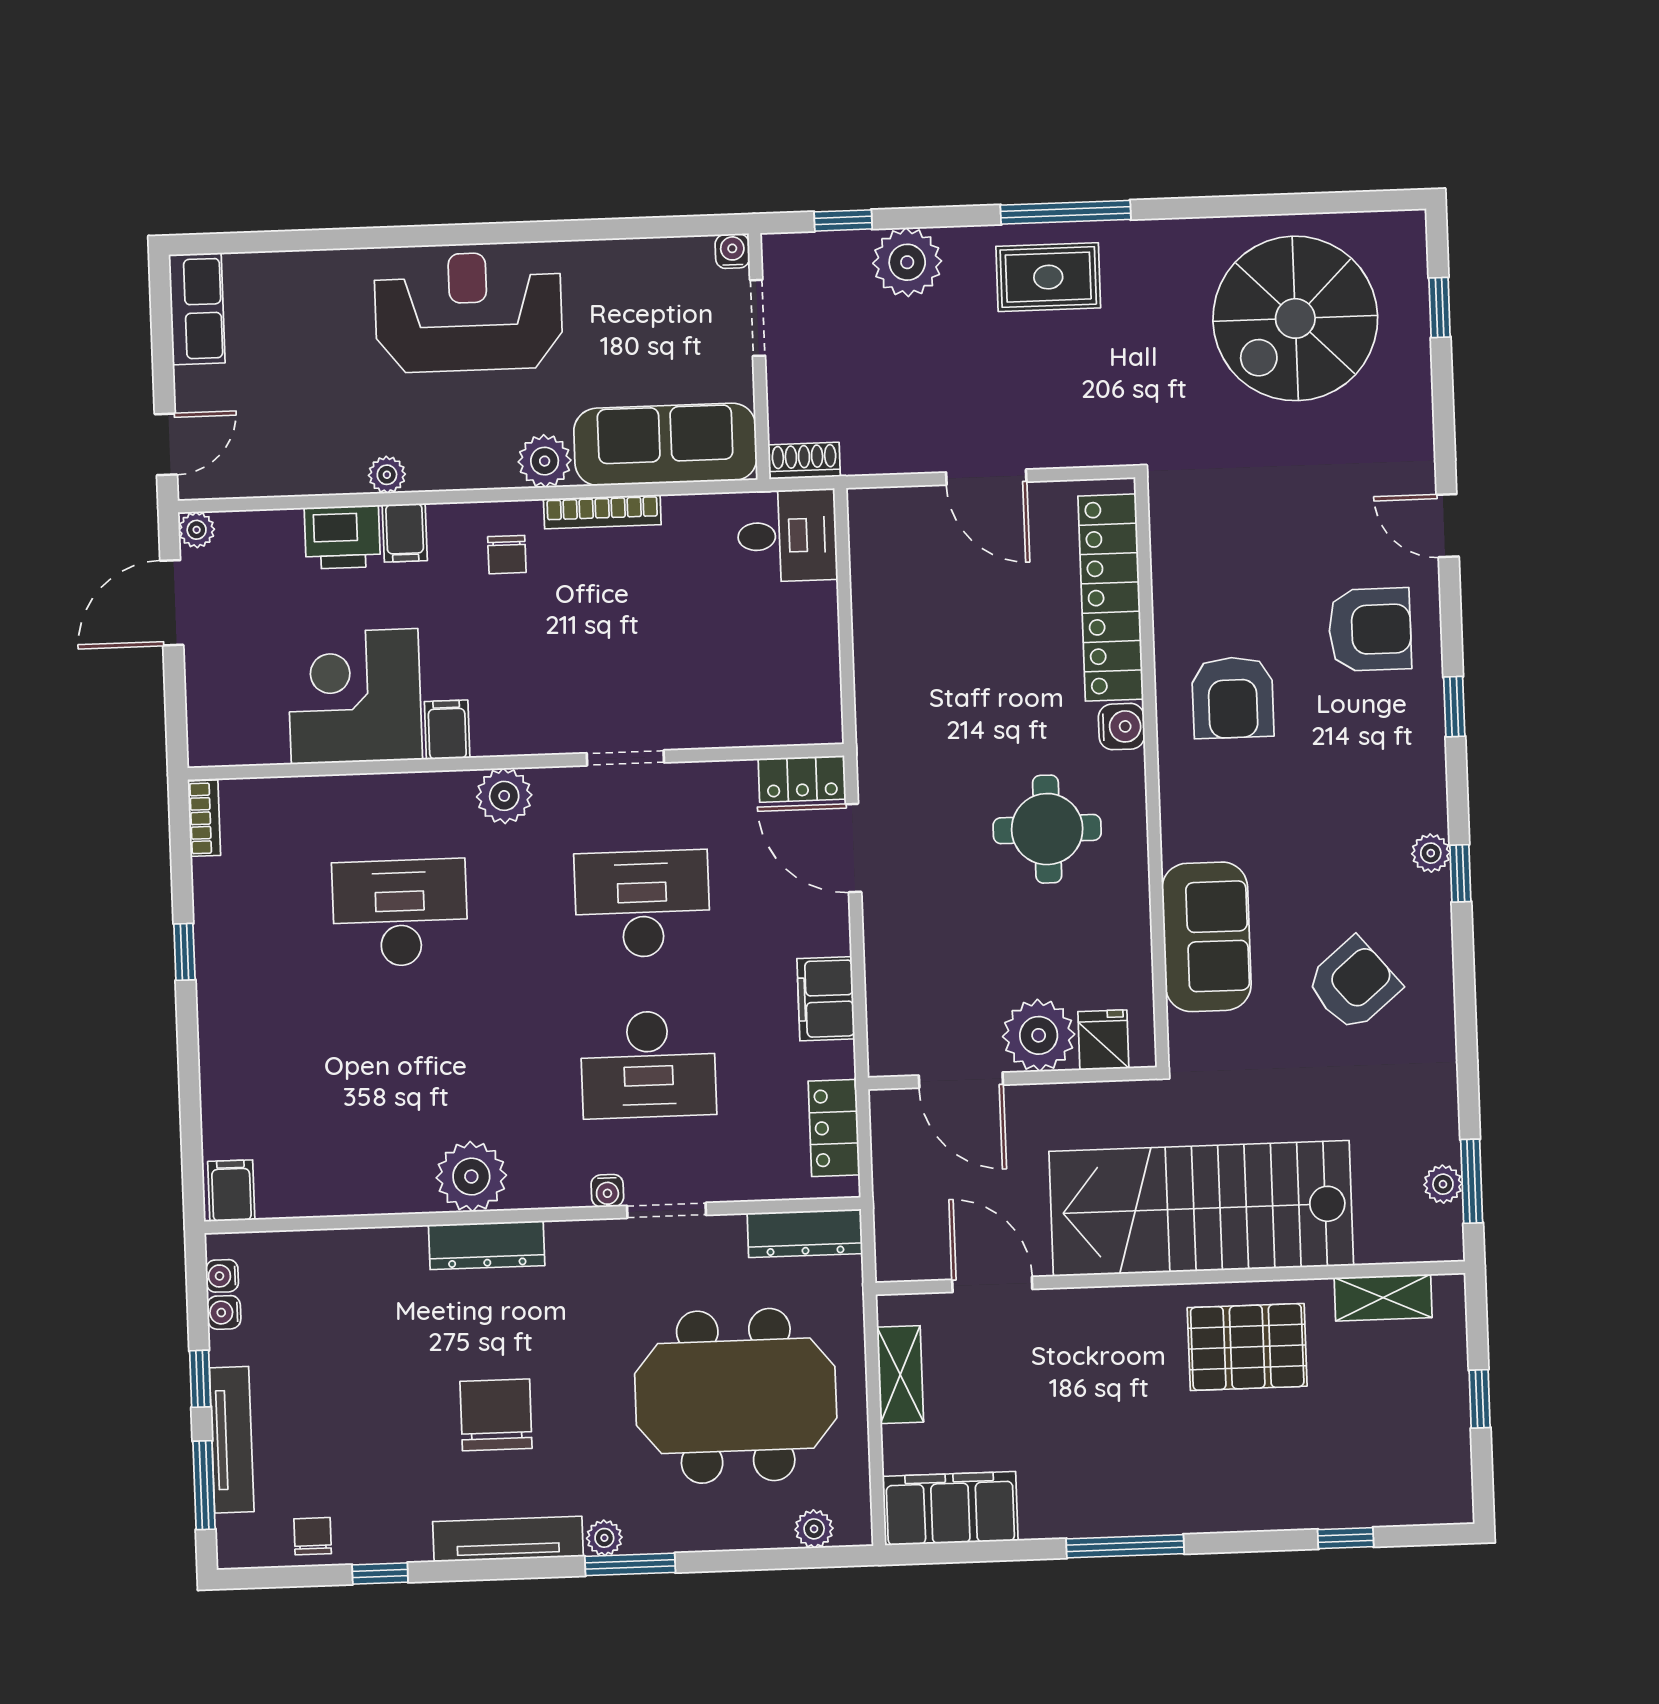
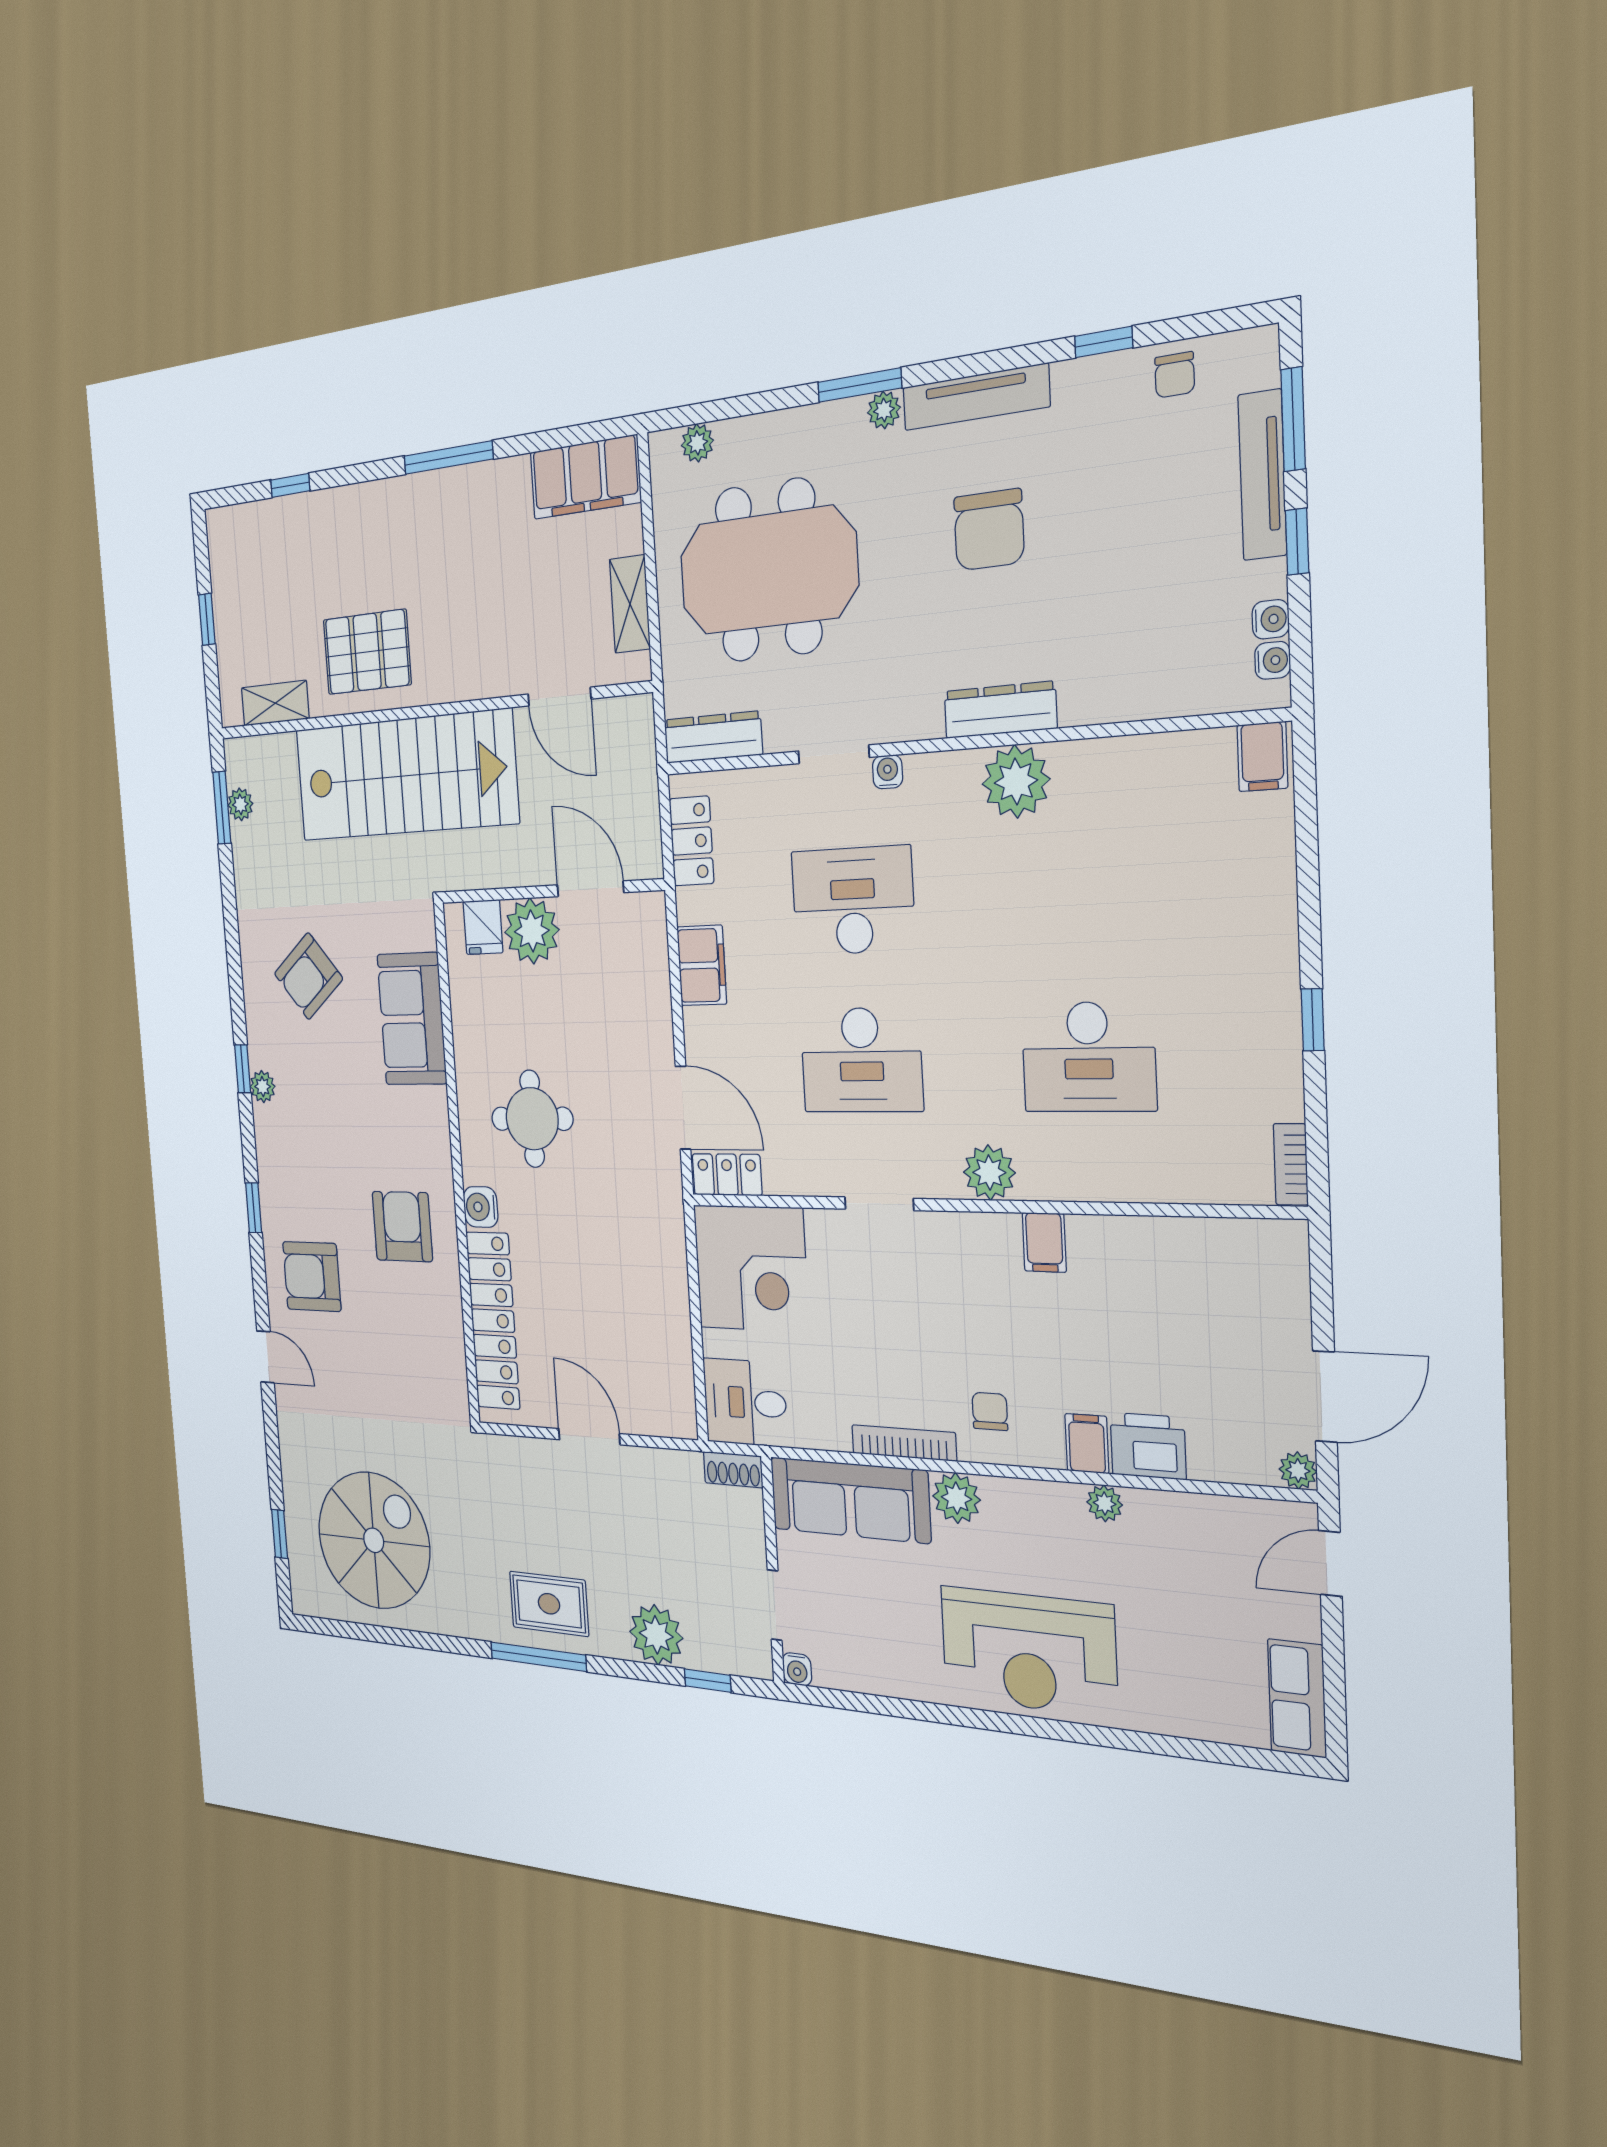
corner desk: (355, 696) -> (751, 1268), moved

